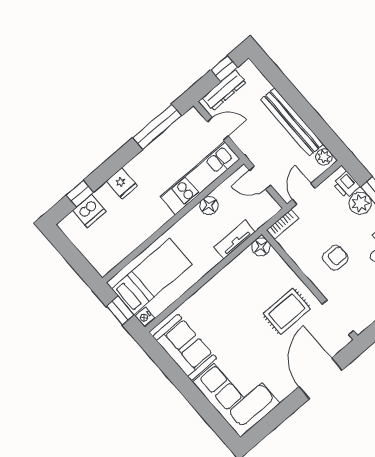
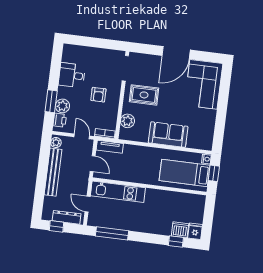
fridge: (122, 184) -> (195, 231), moved
door: (304, 194) -> (82, 136), swing flipped
floor lamp: (209, 205) -> (127, 176), removed
tv unit: (234, 239) -> (110, 147), moved
floor lamp: (261, 247) -> (125, 134), removed
armchair: (335, 258) -> (98, 95), turned -90
plant: (274, 264) -> (127, 121), added
sofa: (185, 347) -> (168, 135), moved, turned 90
door: (321, 378) -> (176, 53), moved

